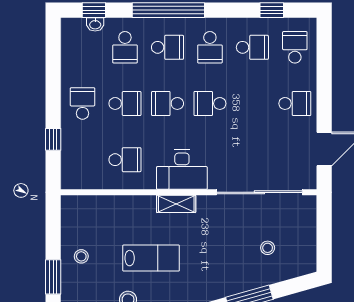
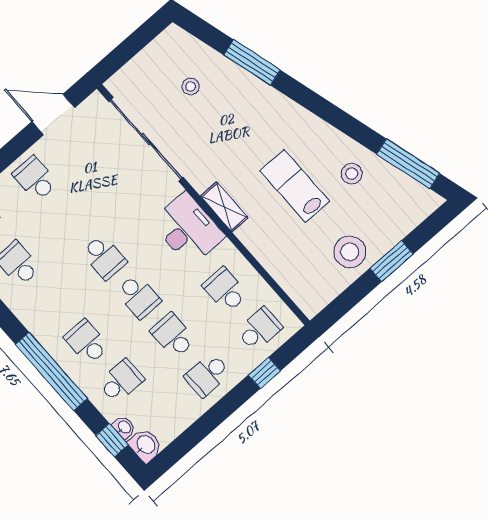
washbasin: (73, 28) -> (145, 445), added
school desk: (210, 47) -> (259, 329), moved
stool: (81, 256) -> (350, 252), width x1.89, depth x1.89

